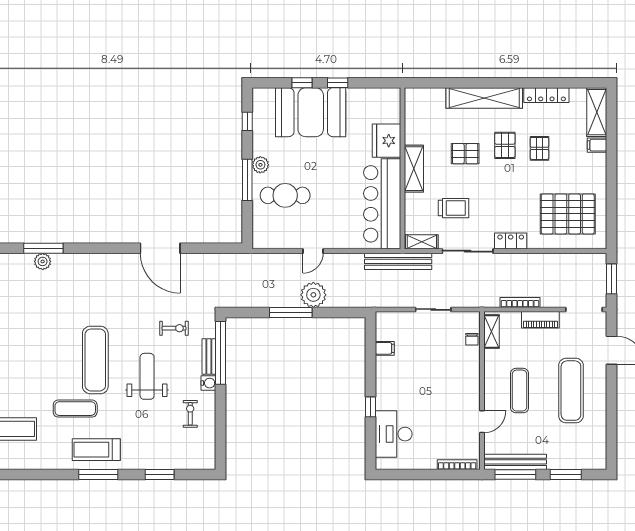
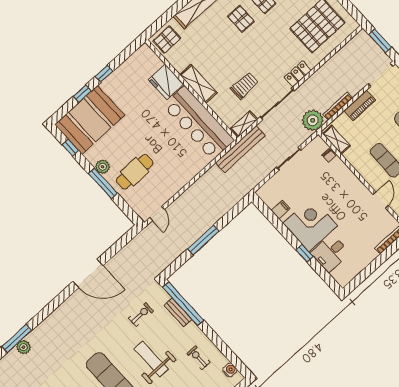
booth: (311, 112) -> (90, 120), moved
pallet: (465, 154) -> (167, 40), moved
door: (313, 251) -> (157, 214), moved
plant: (313, 295) -> (313, 120), moved
water cooler: (208, 383) -> (230, 370), moved
corner desk: (399, 386) -> (310, 225), added
desk: (394, 434) -> (330, 253), width x0.73

